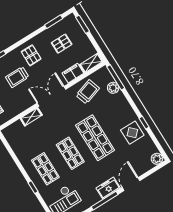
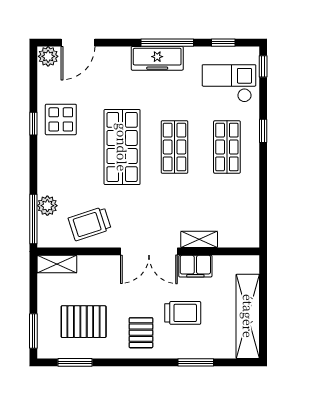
pallet: (62, 44) -> (84, 322), width x1.50, depth x1.42
filing cabinet: (73, 73) -> (195, 266), moved
door: (131, 184) -> (78, 43), moved
freezer: (108, 188) -> (157, 58), width x1.40

